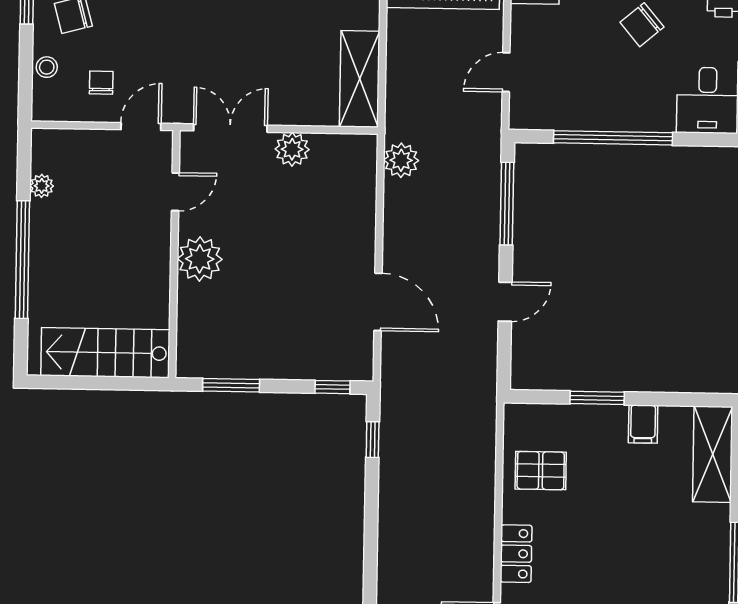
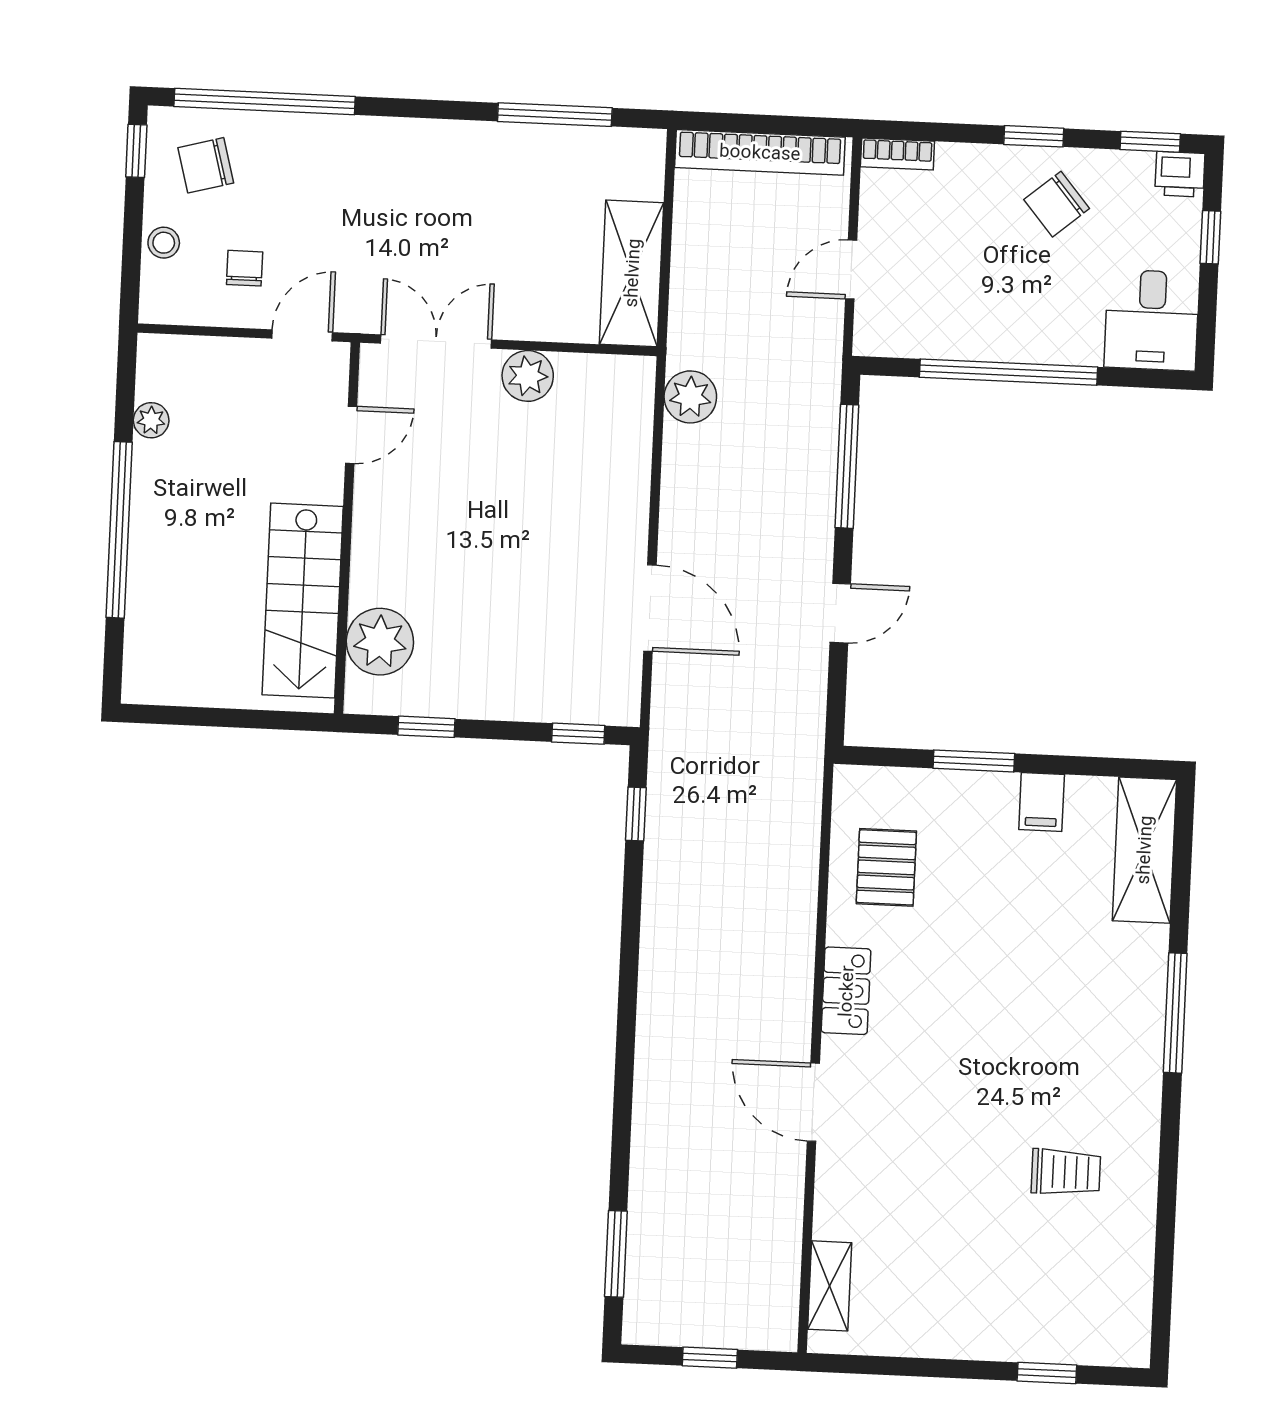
plant: (200, 259) -> (380, 642), moved
stairs: (105, 353) -> (303, 601), moved, turned -90
window: (231, 385) -> (426, 727), width x0.67
pallet: (541, 471) -> (886, 867), turned 90

